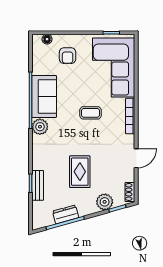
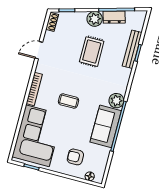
armchair: (68, 56) -> (75, 157), turned -91
bench: (38, 185) -> (132, 49), width x1.36
plant: (105, 202) -> (95, 19), moved

